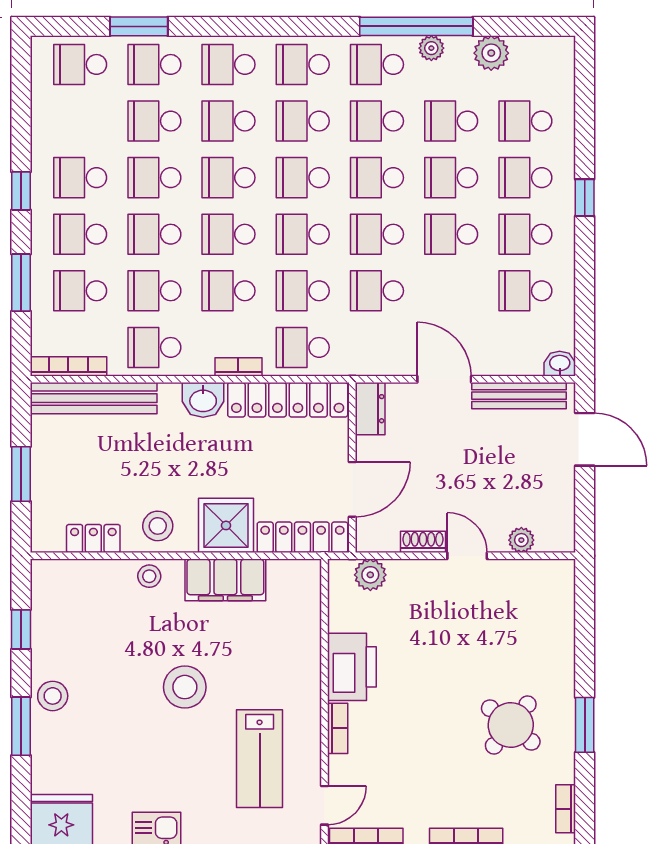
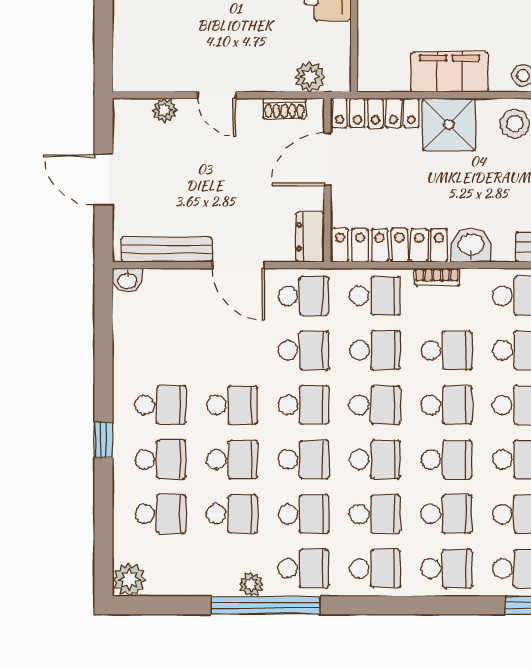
plant: (491, 53) -> (129, 580), moved
school desk: (525, 291) -> (304, 296), moved
door: (585, 439) -> (104, 180), moved
shoe rack: (423, 542) -> (284, 108), moved

